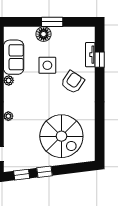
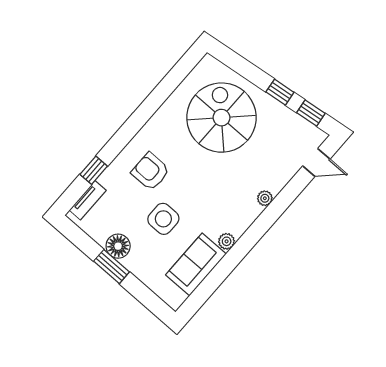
floor lamp: (44, 34) -> (118, 246), moved
tv unit: (90, 55) -> (88, 200), moved
armchair: (73, 82) -> (150, 171), turned 56

